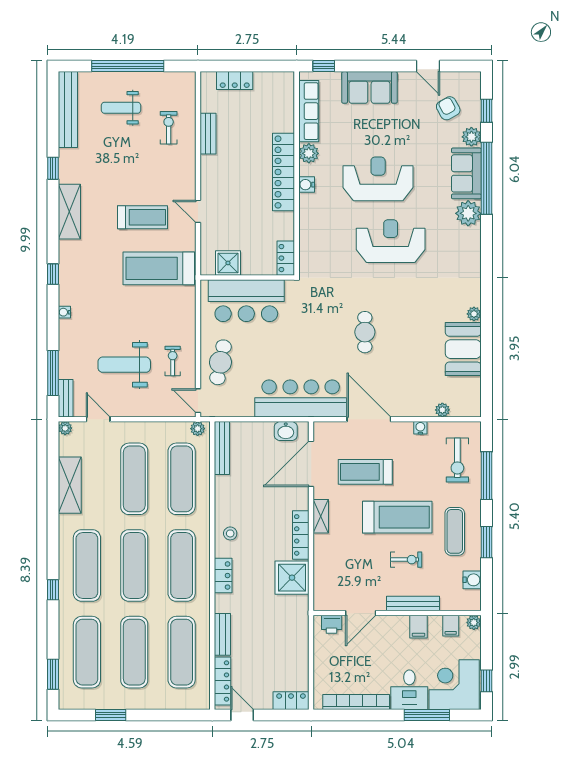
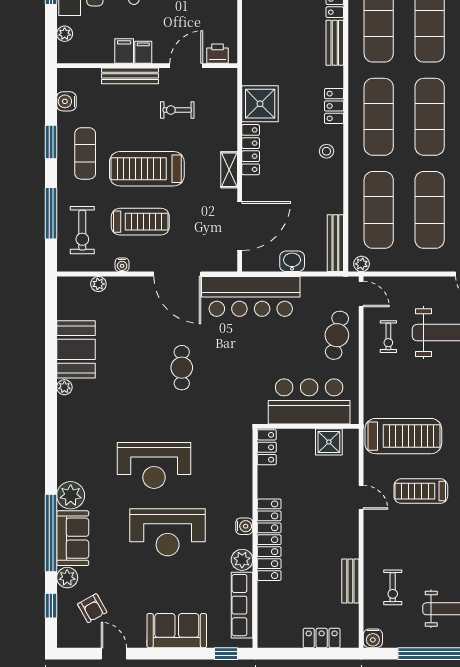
water cooler: (187, 80) -> (373, 638), added
washbasin: (286, 431) -> (292, 261), moved
exercise bike: (457, 460) -> (82, 230), turned 180
treadmill: (365, 472) -> (140, 222), moved
exercise bike: (406, 560) -> (177, 110), moved
plant: (474, 623) -> (65, 34), moved
filing cabinet: (451, 626) -> (143, 52), moved

